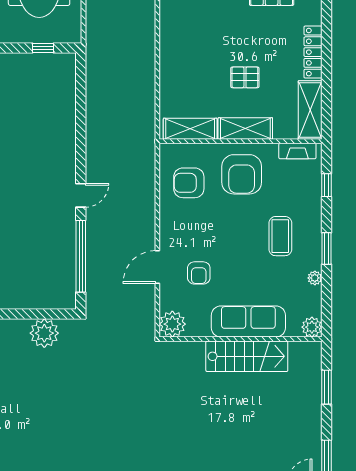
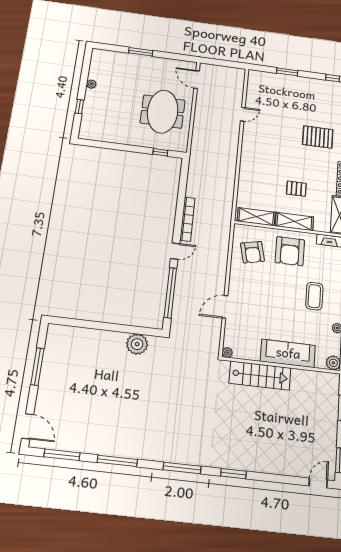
bookcase: (93, 146) -> (187, 219), added
armchair: (189, 183) -> (252, 252), turned -103
armchair: (199, 273) -> (254, 315), removed
plant: (172, 324) -> (227, 353), width x0.53, depth x0.53
stairs: (247, 356) -> (260, 376), moved

